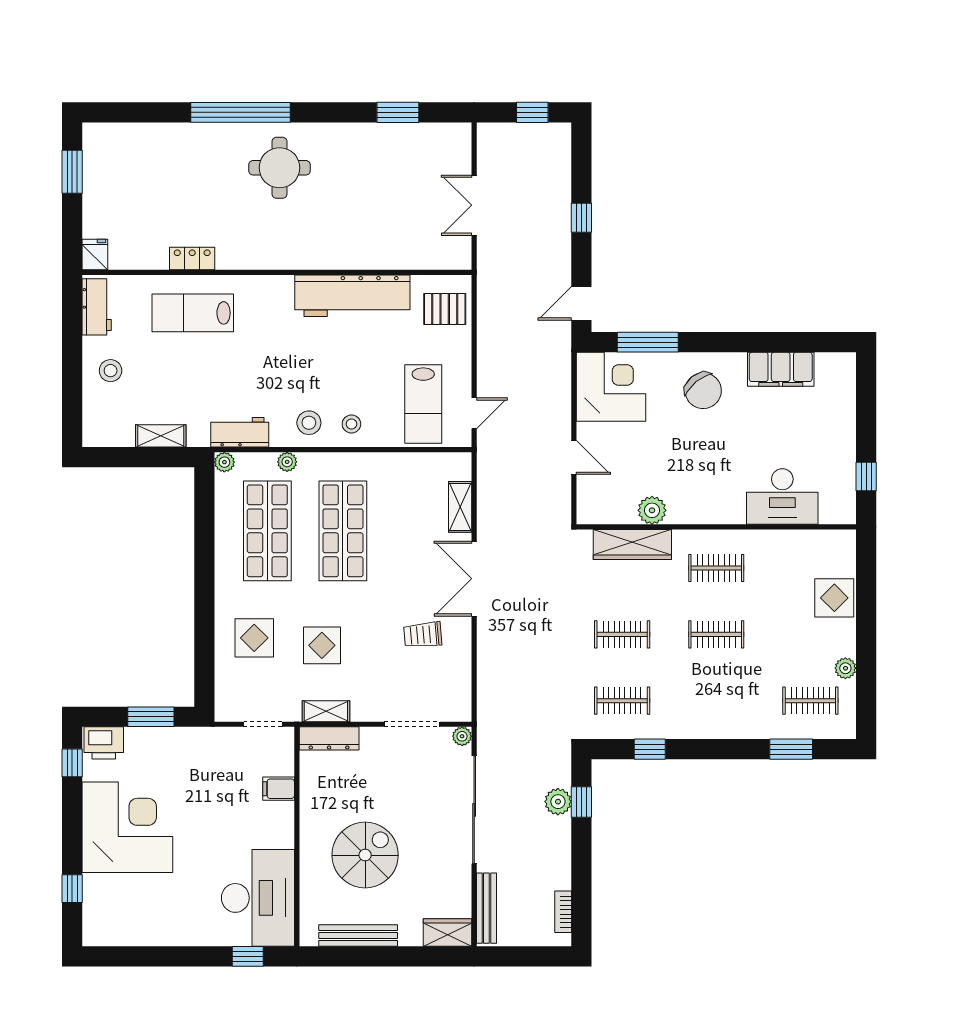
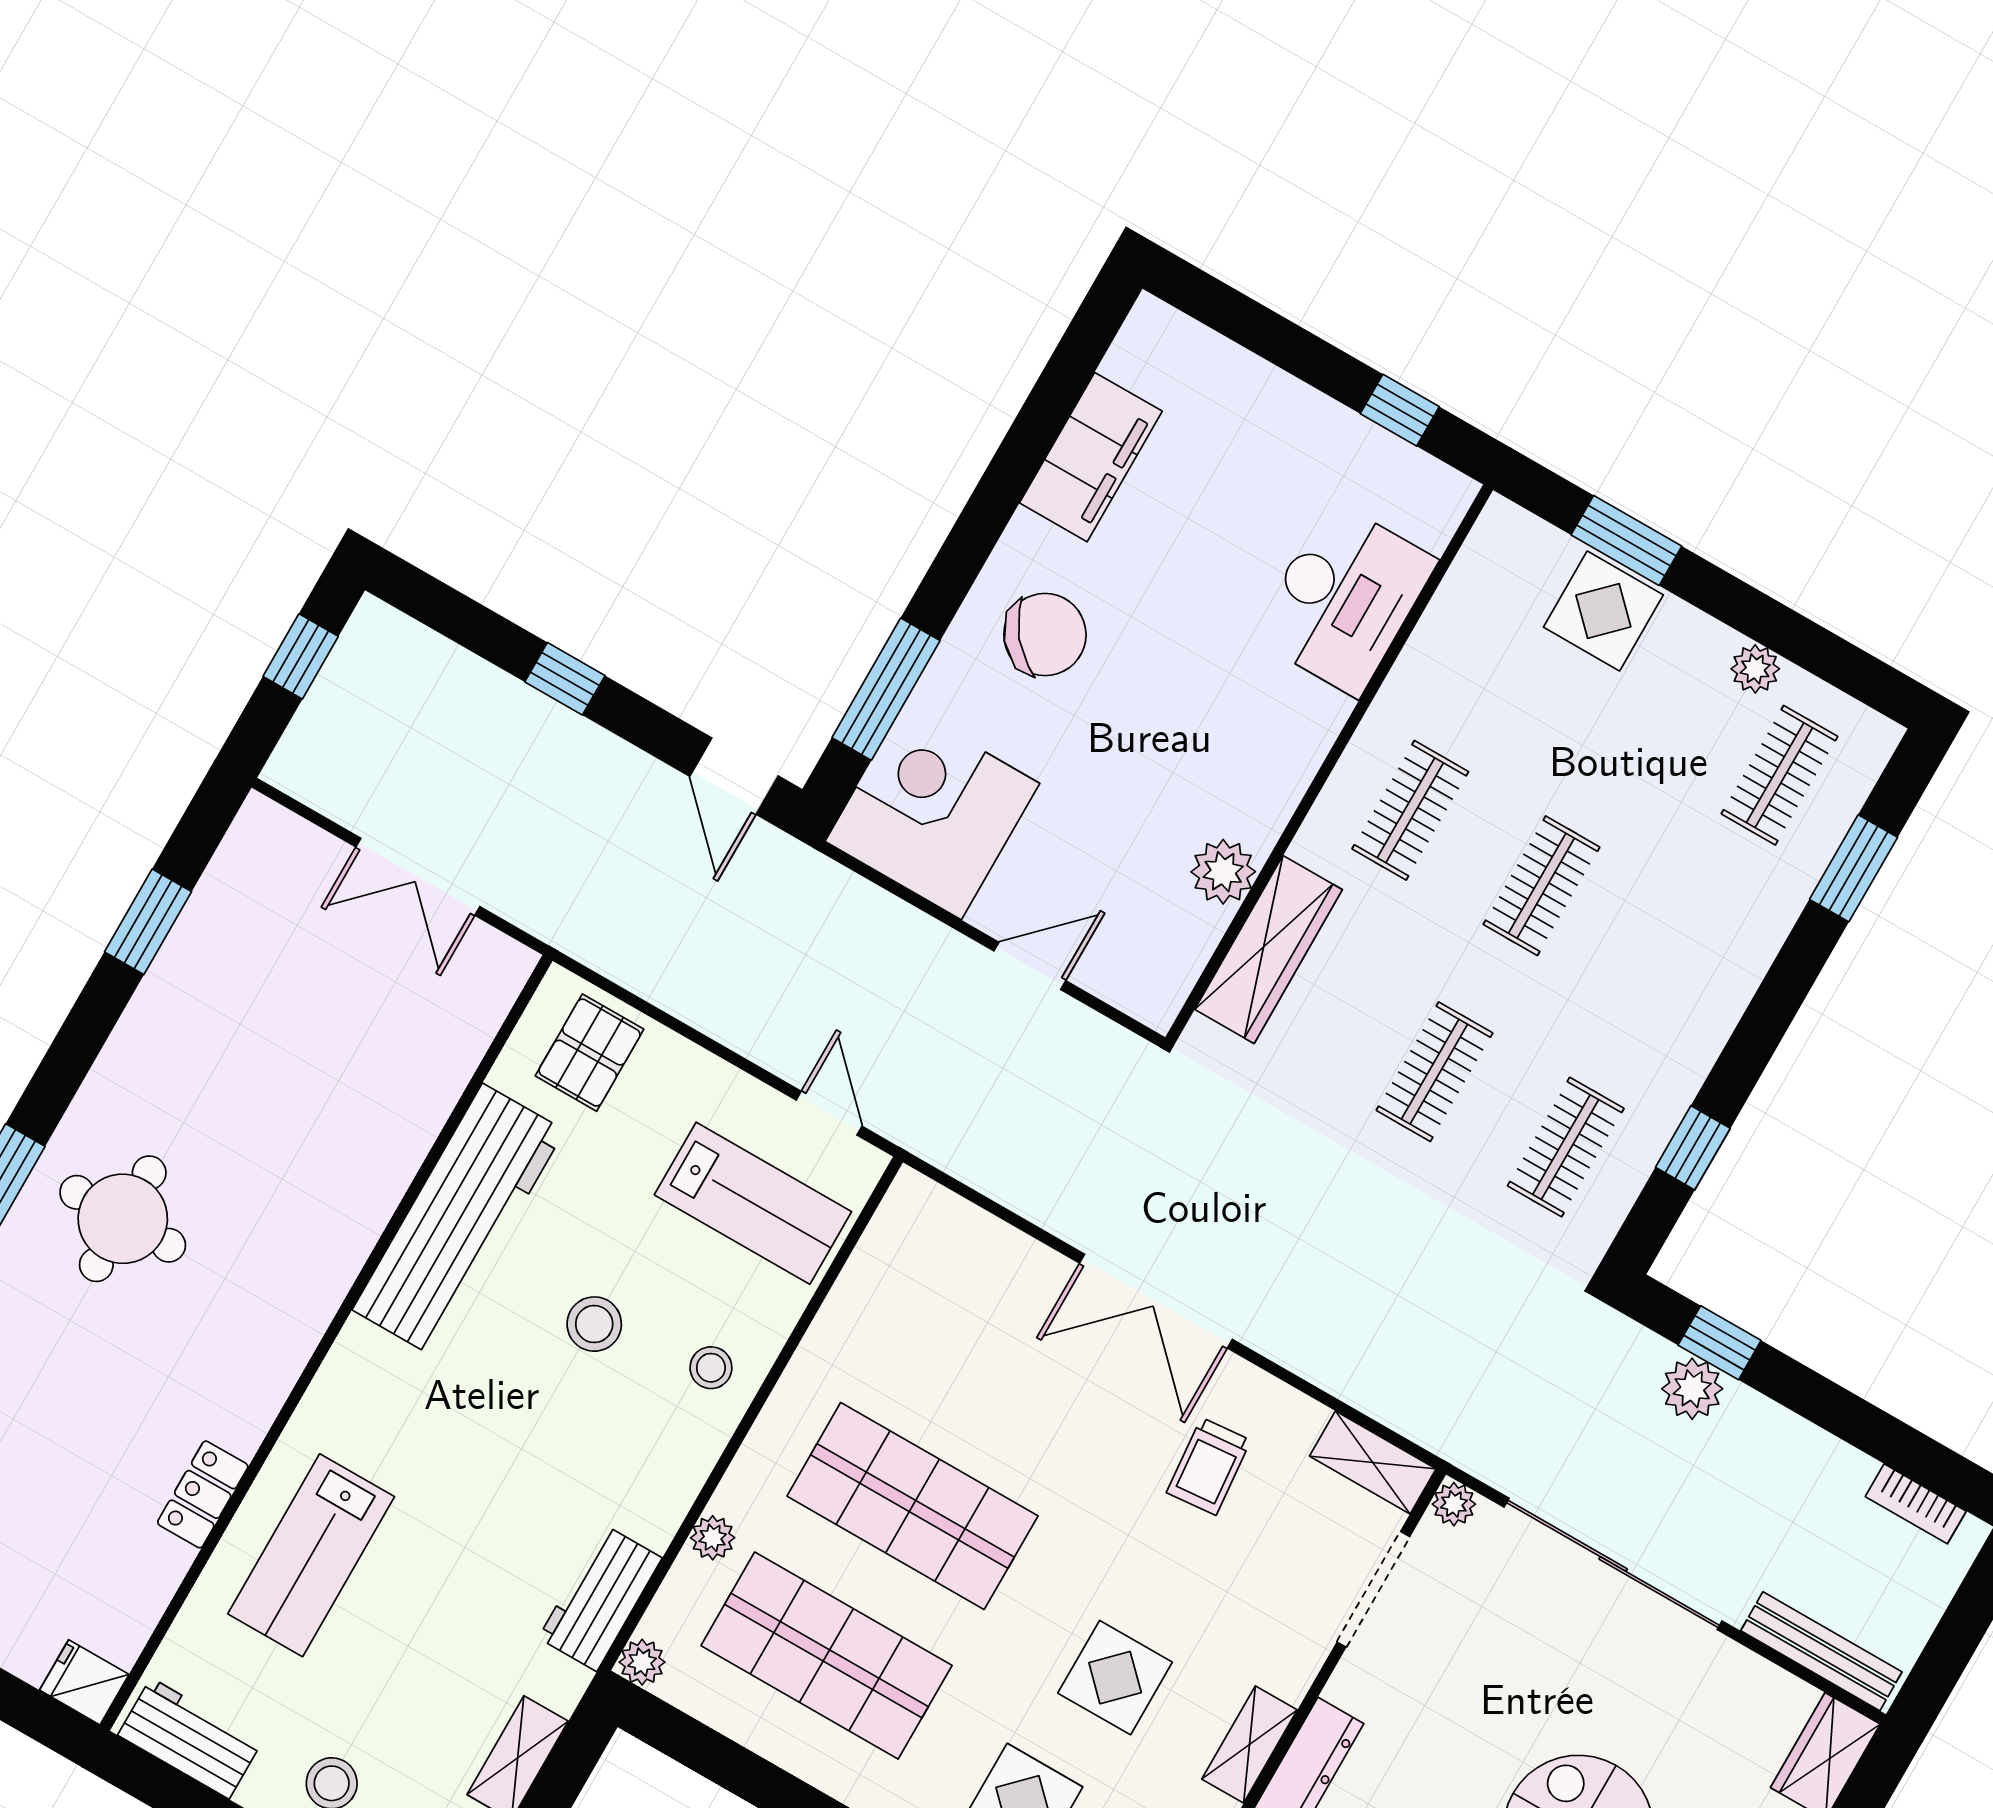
stool: (309, 423) -> (594, 1324), moved
shelving: (460, 507) -> (1373, 1462), moved
window: (866, 591) -> (1626, 540), added

